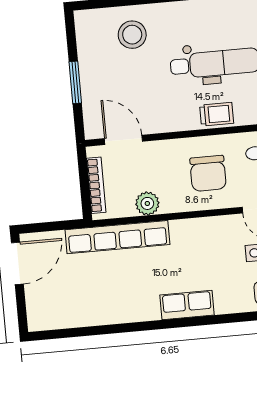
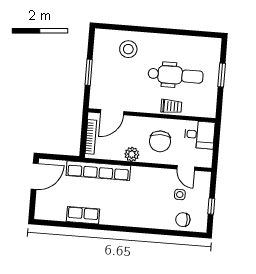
door: (123, 140) -> (112, 112), swing flipped
plant: (147, 203) -> (132, 154), moved
row of seats: (187, 305) -> (83, 215), moved

